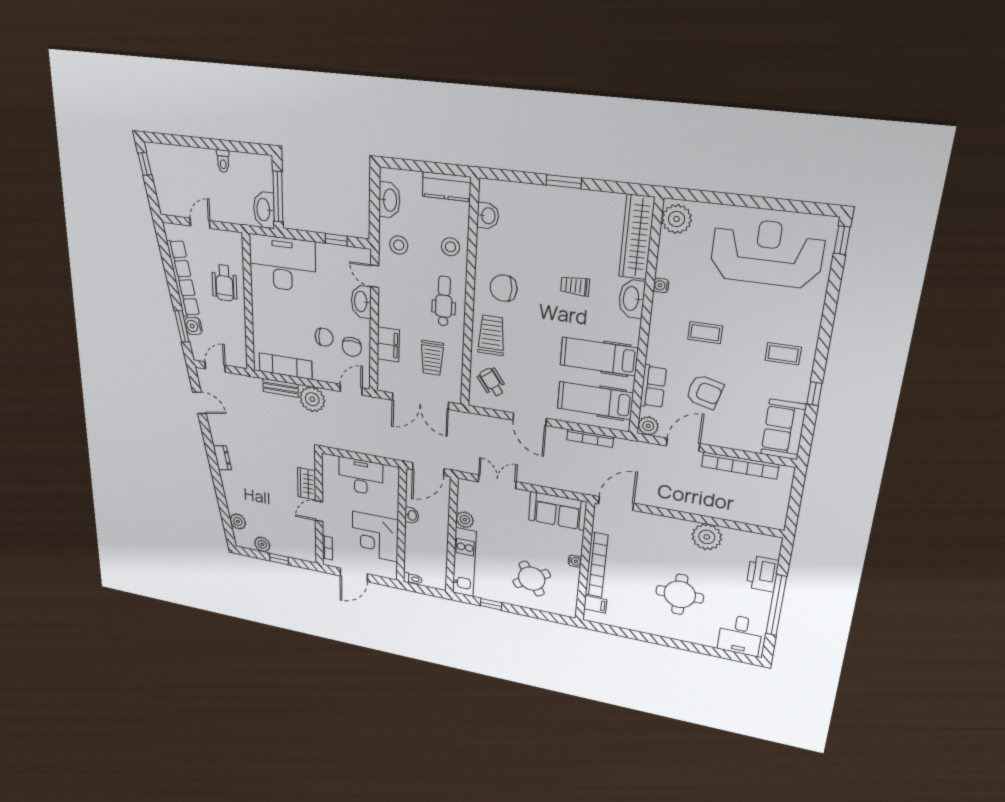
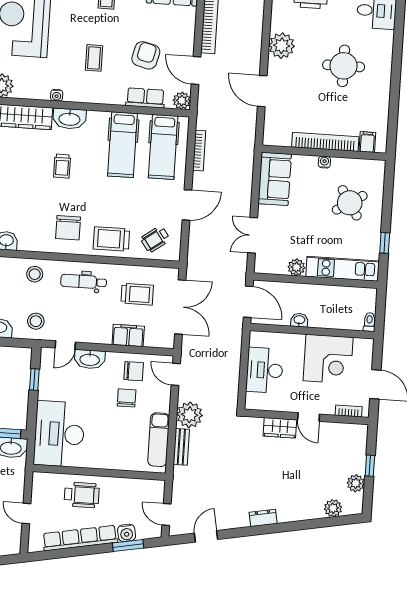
door: (616, 503) -> (262, 91), moved

